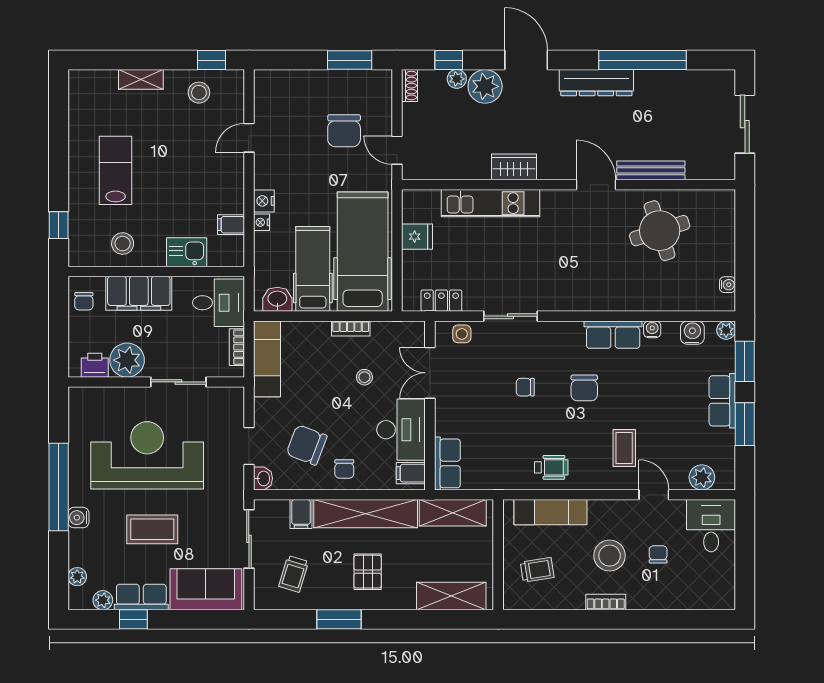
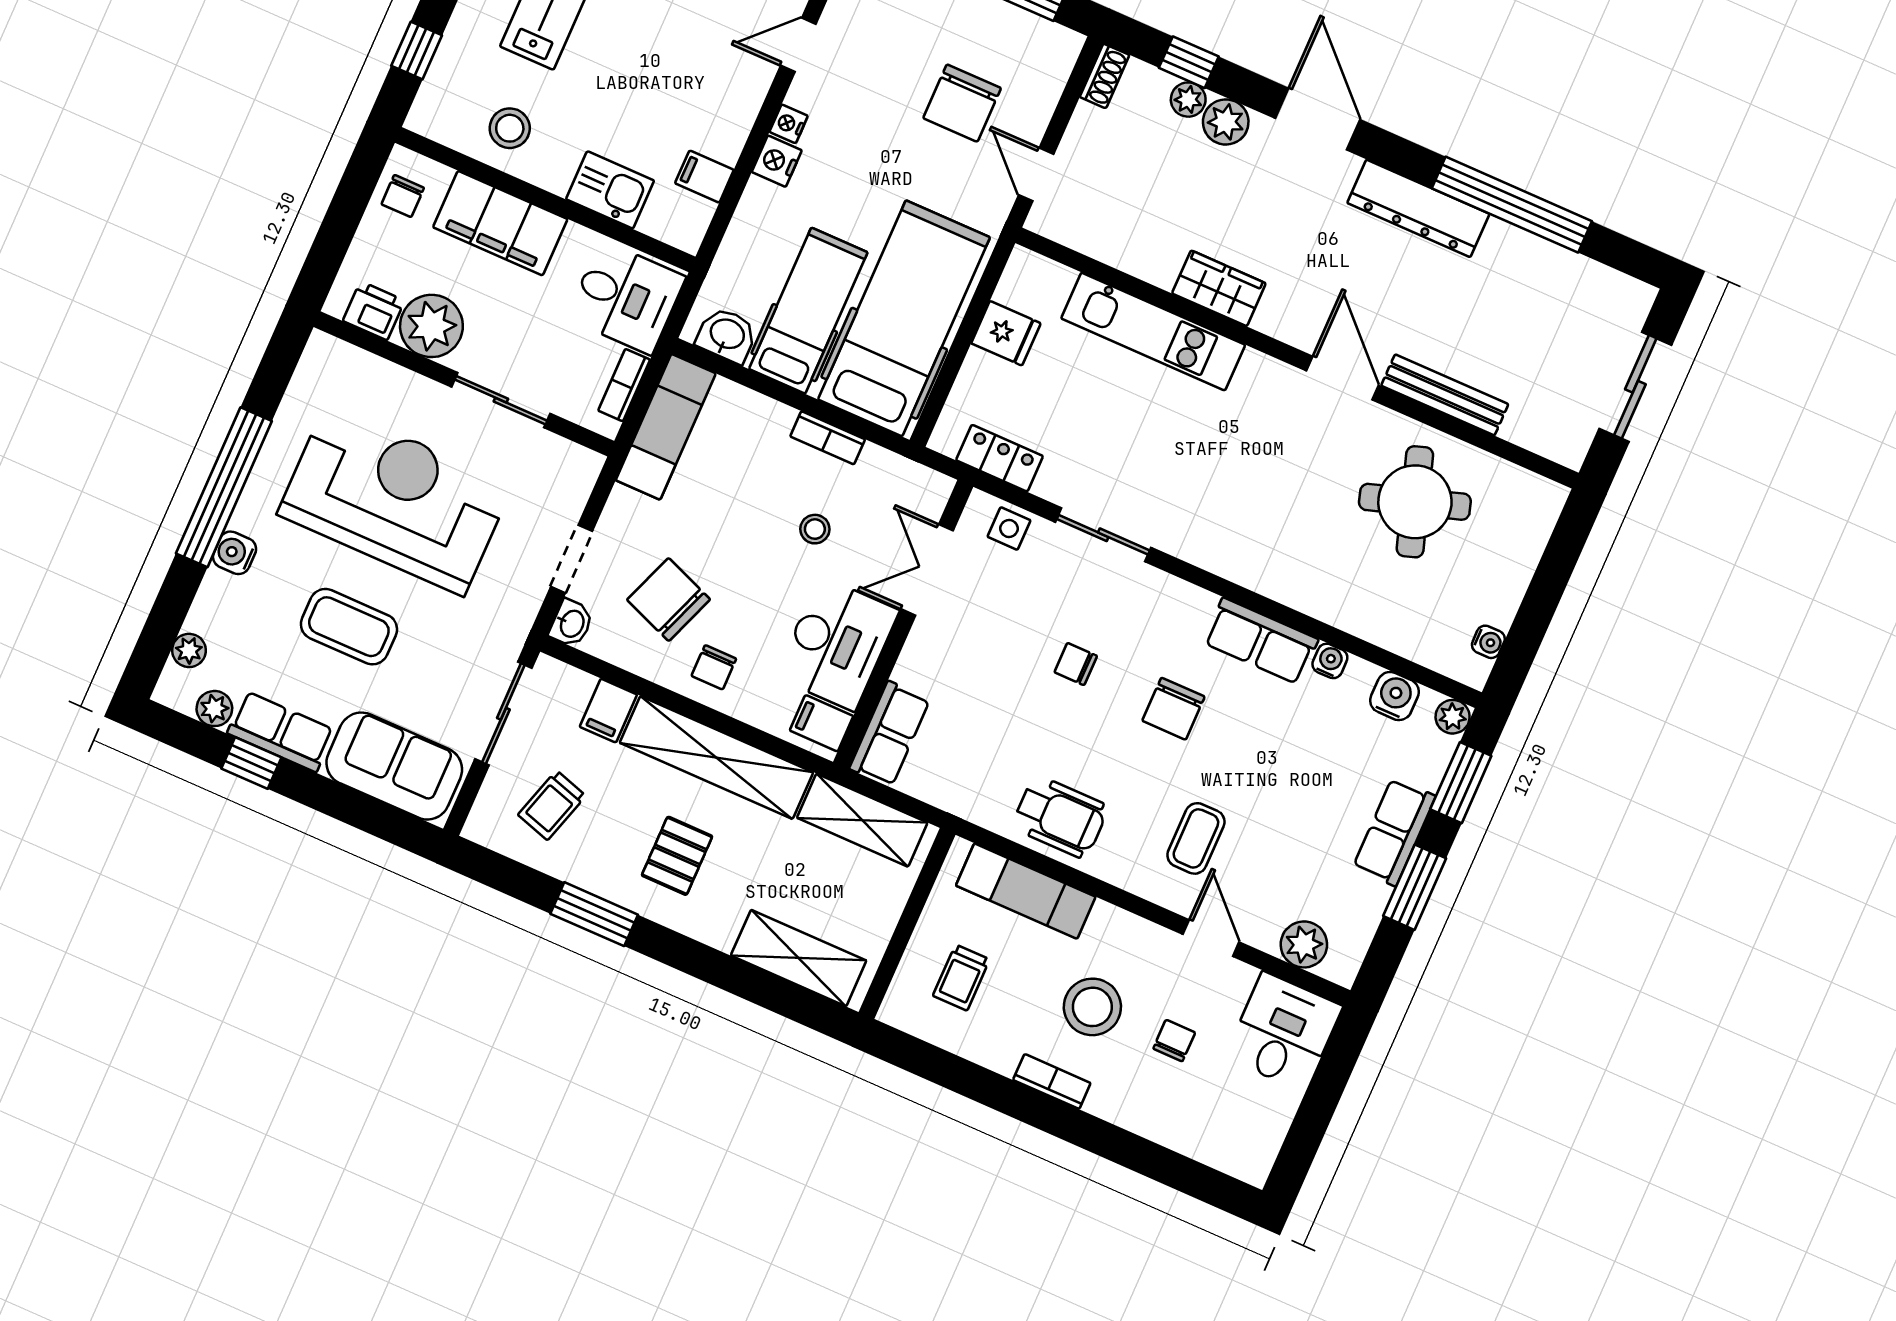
plant: (485, 86) -> (1226, 122), width x0.73, depth x0.73
nightstand: (262, 222) -> (789, 124), moved
wheelchair: (551, 467) -> (1060, 817), width x1.36, depth x1.37
trolley: (537, 570) -> (961, 977), turned 99

